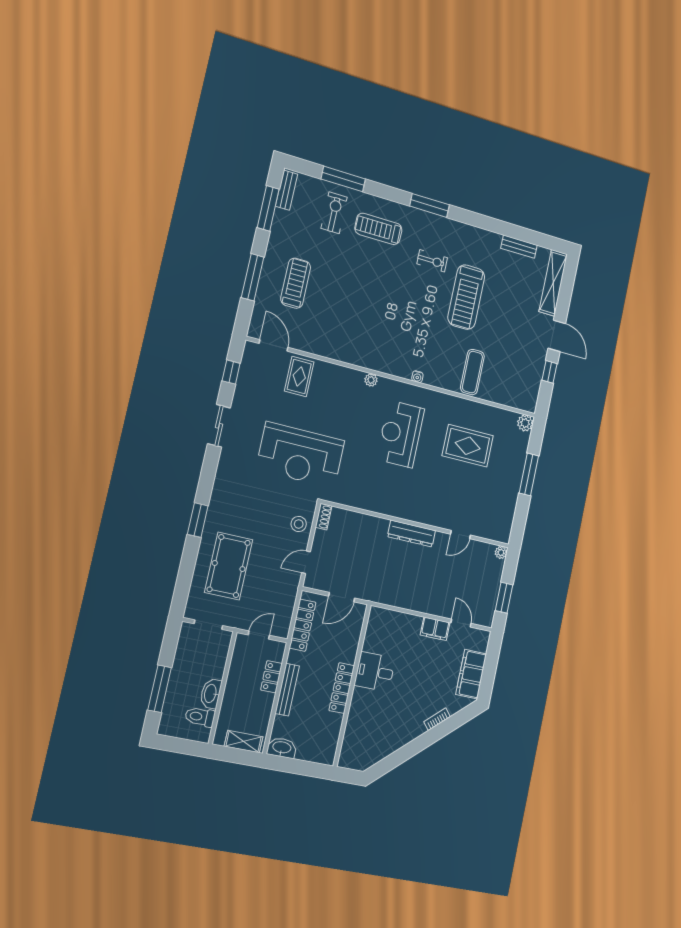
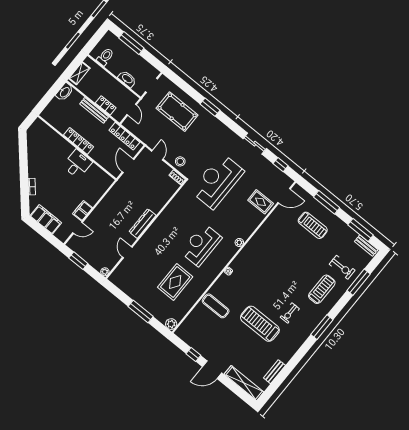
reception desk: (400, 434) -> (201, 245), turned -90
washbasin: (211, 694) -> (127, 79), moved

